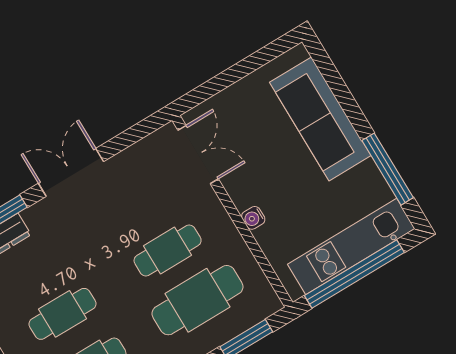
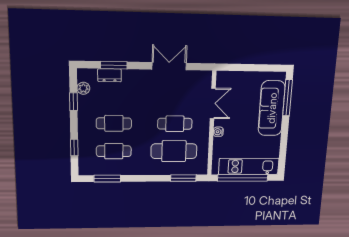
double door: (198, 155) -> (213, 103), moved
window: (388, 169) -> (288, 98), moved
double door: (71, 172) -> (169, 66), moved

